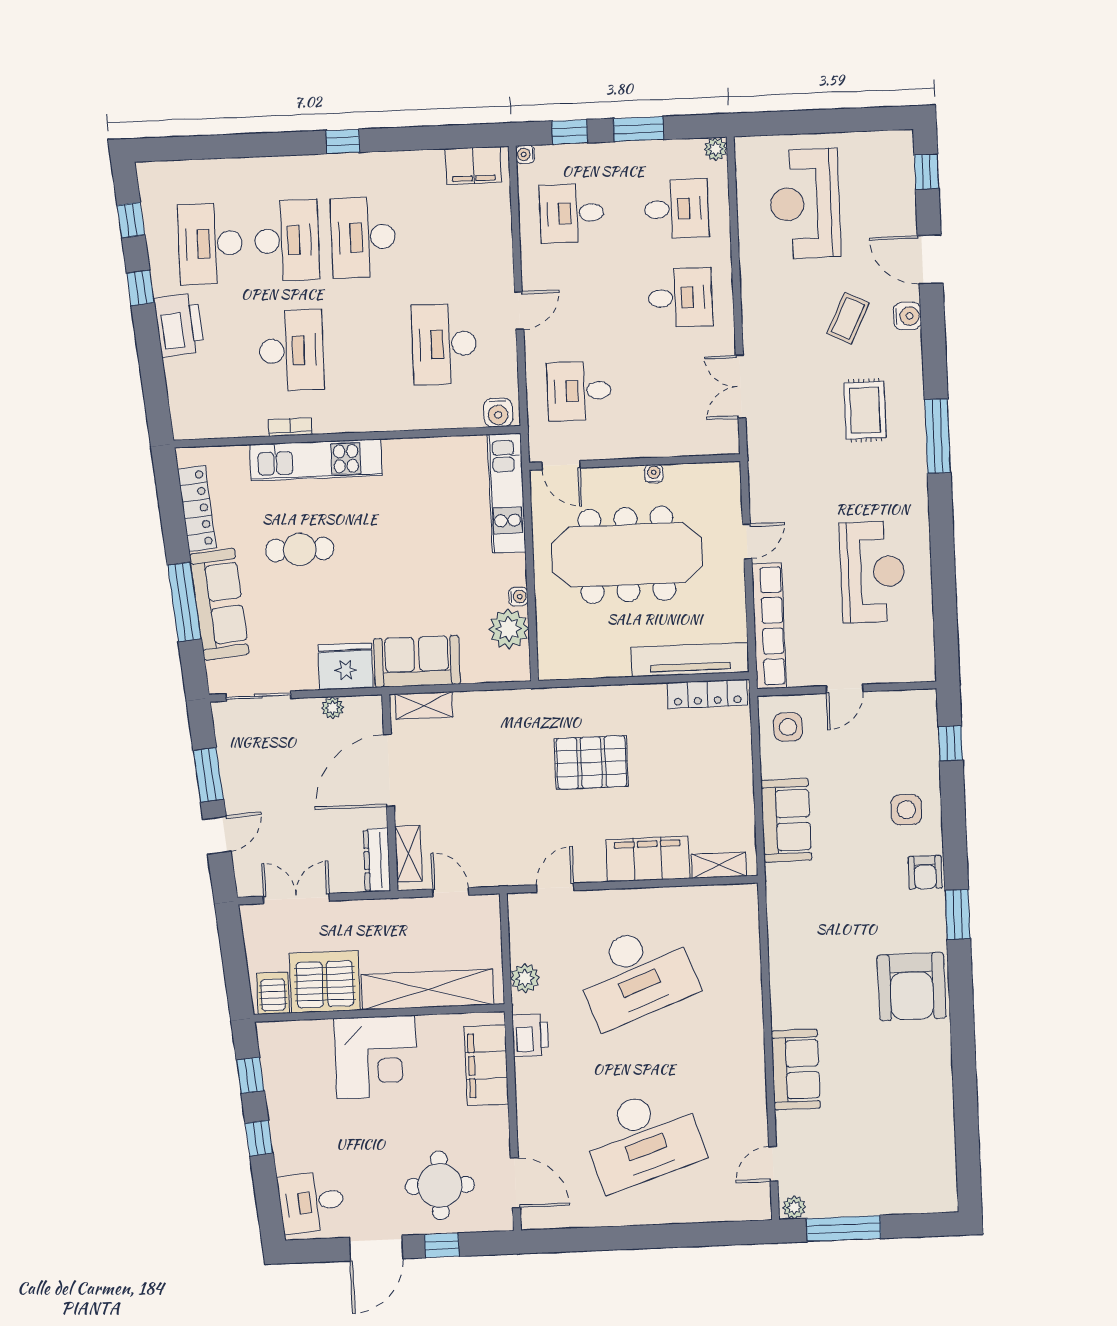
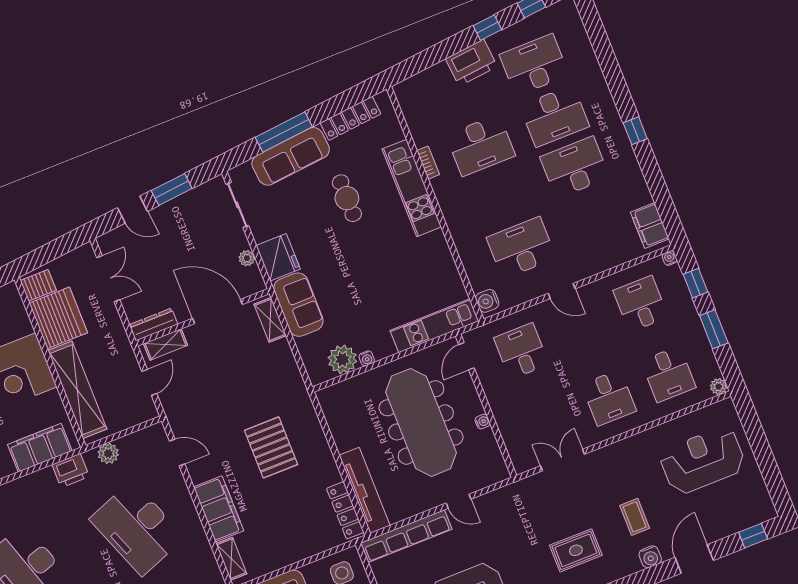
coffee table: (848, 318) -> (635, 517), turned 64

